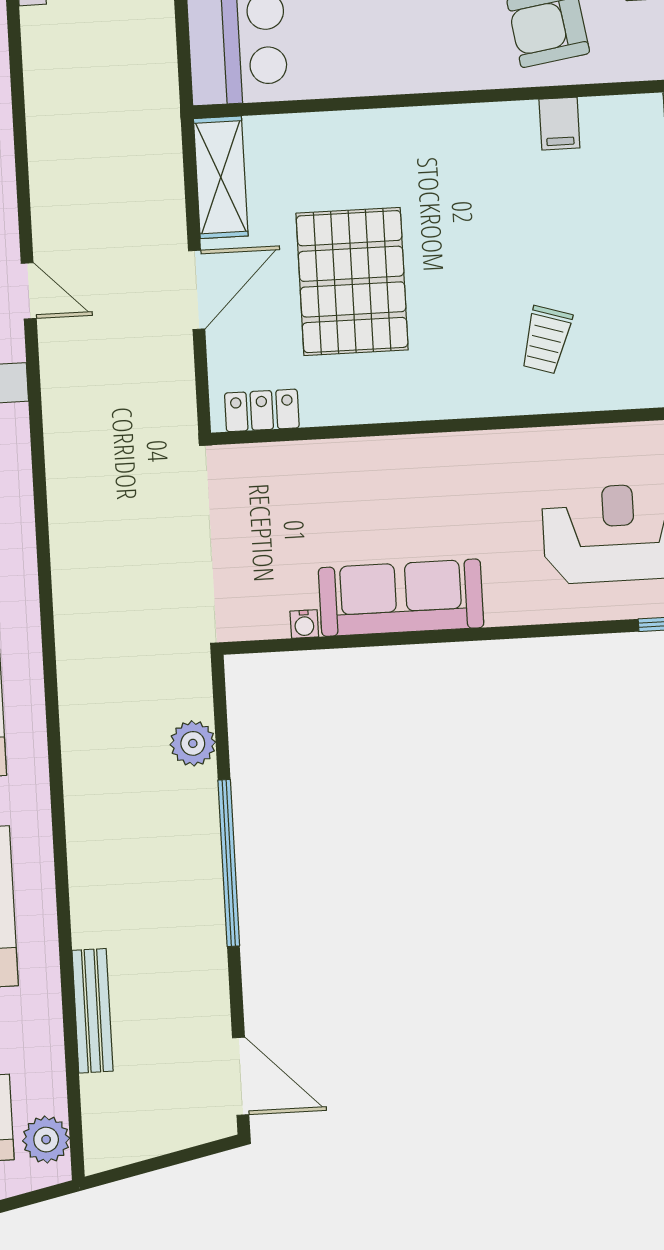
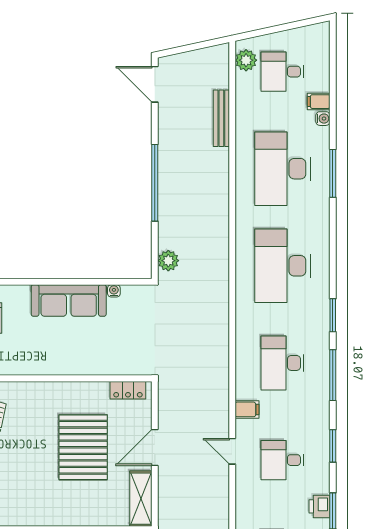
plant: (193, 743) -> (168, 261), moved

